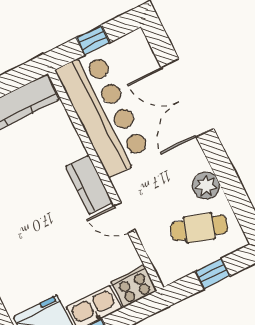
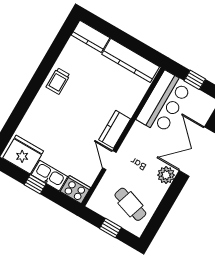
bar counter: (104, 113) -> (164, 103), width x0.73
plant: (206, 186) -> (166, 175), moved

